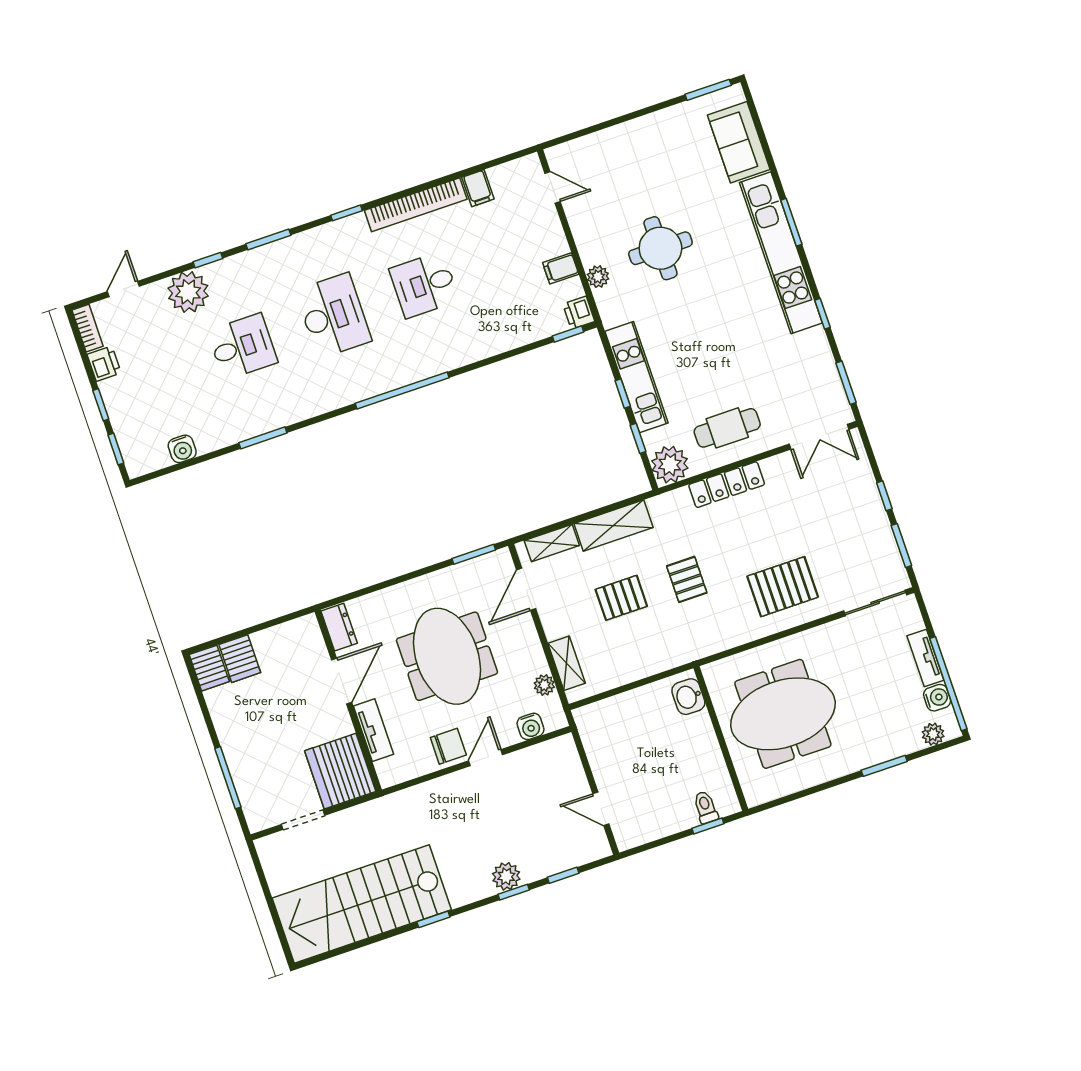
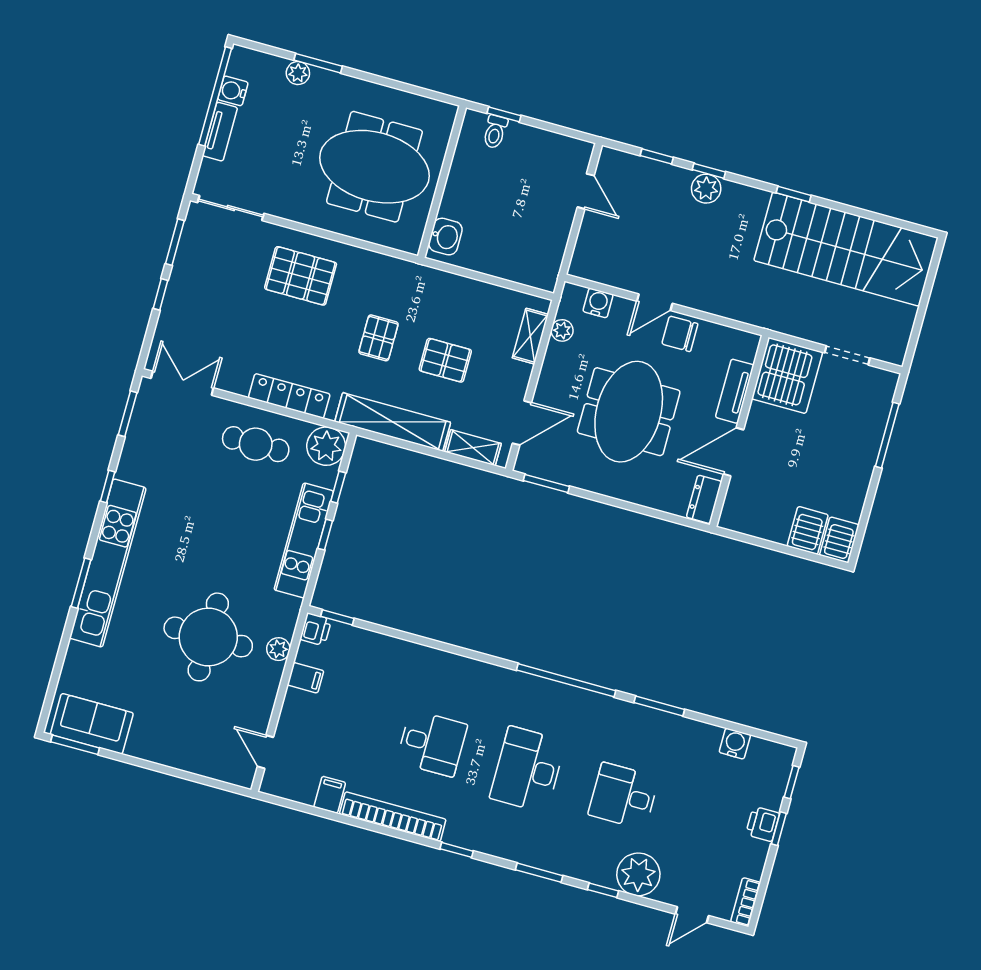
sofa: (739, 142) -> (92, 724), moved, turned -90
round table: (660, 248) -> (208, 637), width x1.36, depth x1.36
printer: (104, 364) -> (763, 824), moved
window: (402, 390) -> (566, 680), moved
shelving: (614, 526) -> (393, 422), width x1.47
plant: (933, 734) -> (298, 73), moved

